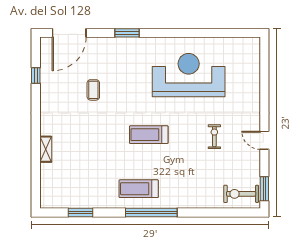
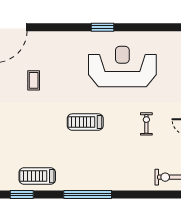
window: (127, 33) -> (103, 27), moved
treadmill: (139, 189) -> (37, 176), moved

